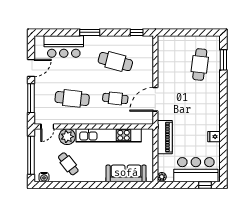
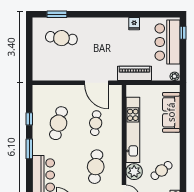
window: (137, 32) -> (29, 119), moved

